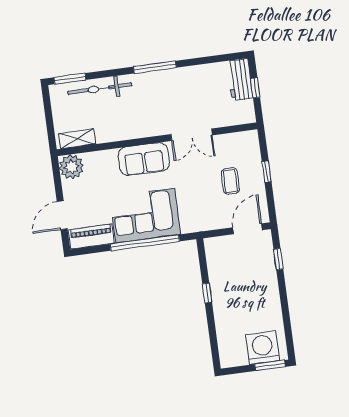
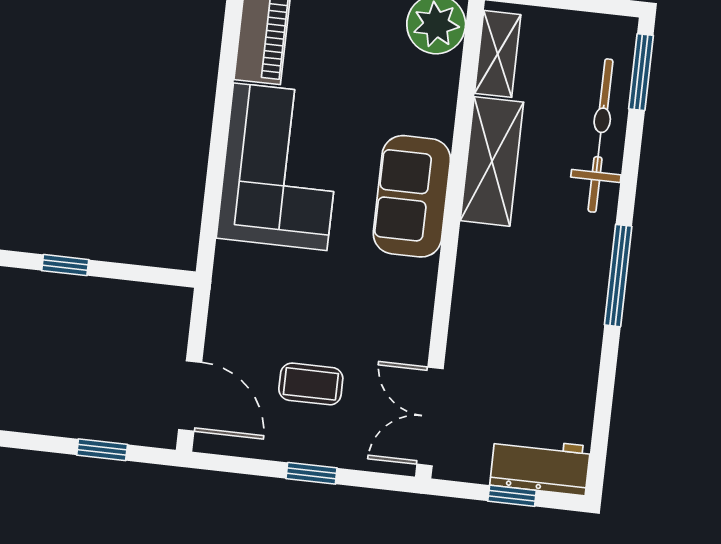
shelving: (121, 130) -> (492, 161), added
double door: (192, 135) -> (430, 416), moved
window: (145, 243) -> (218, 150), removed

